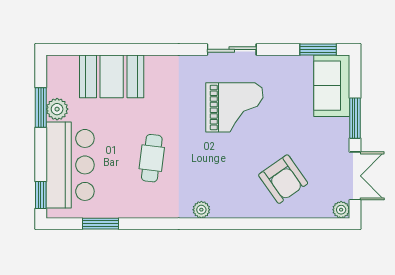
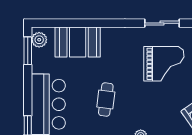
window: (41, 108) -> (28, 51), moved
plant: (57, 109) -> (39, 40), moved

